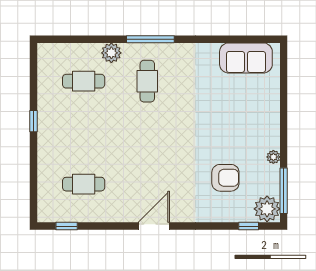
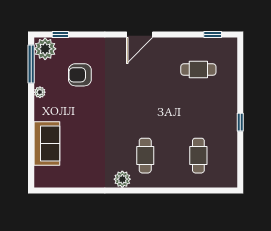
window: (150, 39) -> (143, 191), removed
plant: (111, 53) -> (122, 179), moved
sofa: (246, 58) -> (47, 143), moved, turned 90
cafe table: (84, 81) -> (198, 156), turned 90

